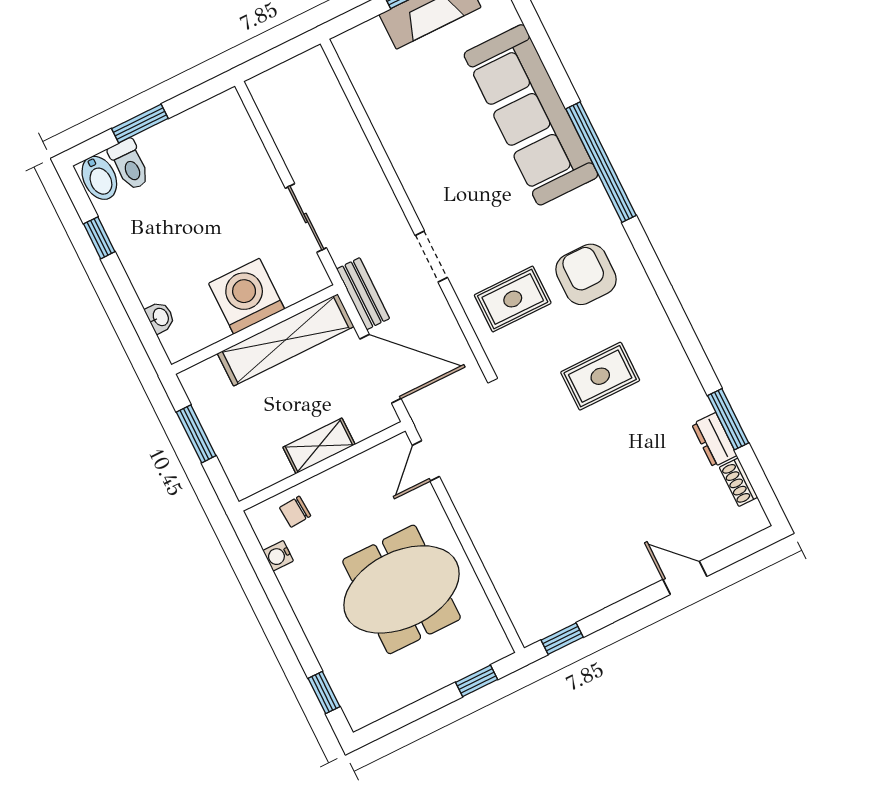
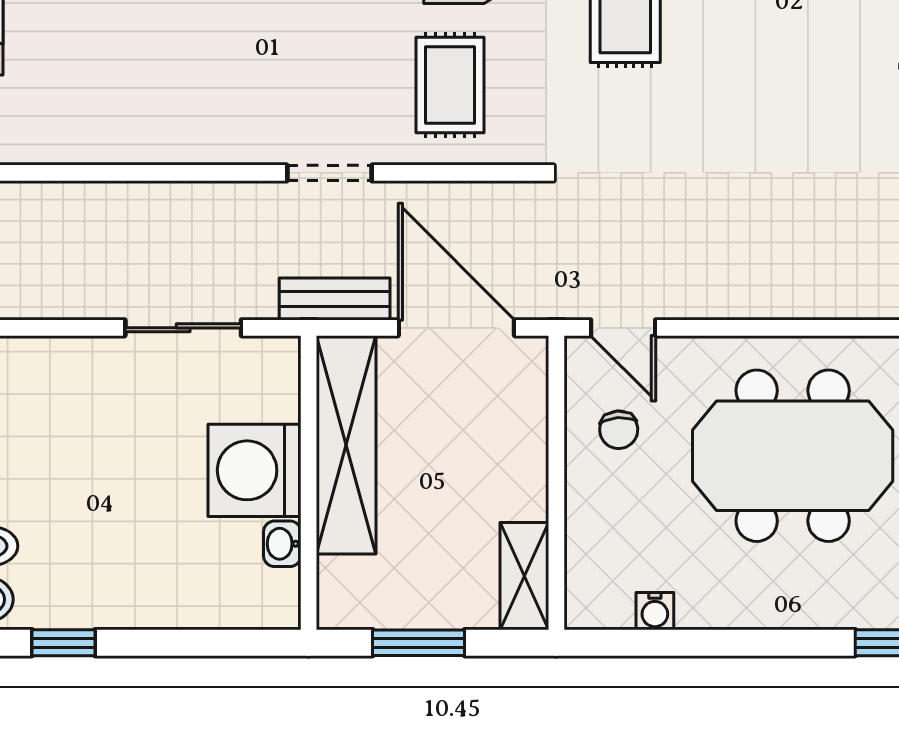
washbasin: (160, 317) -> (282, 544), moved, turned -90
door: (380, 369) -> (456, 328), hinge flipped
shelving: (319, 446) -> (524, 576), moved
chair: (295, 512) -> (619, 430), moved
meeting table: (402, 589) -> (793, 456), turned 90

